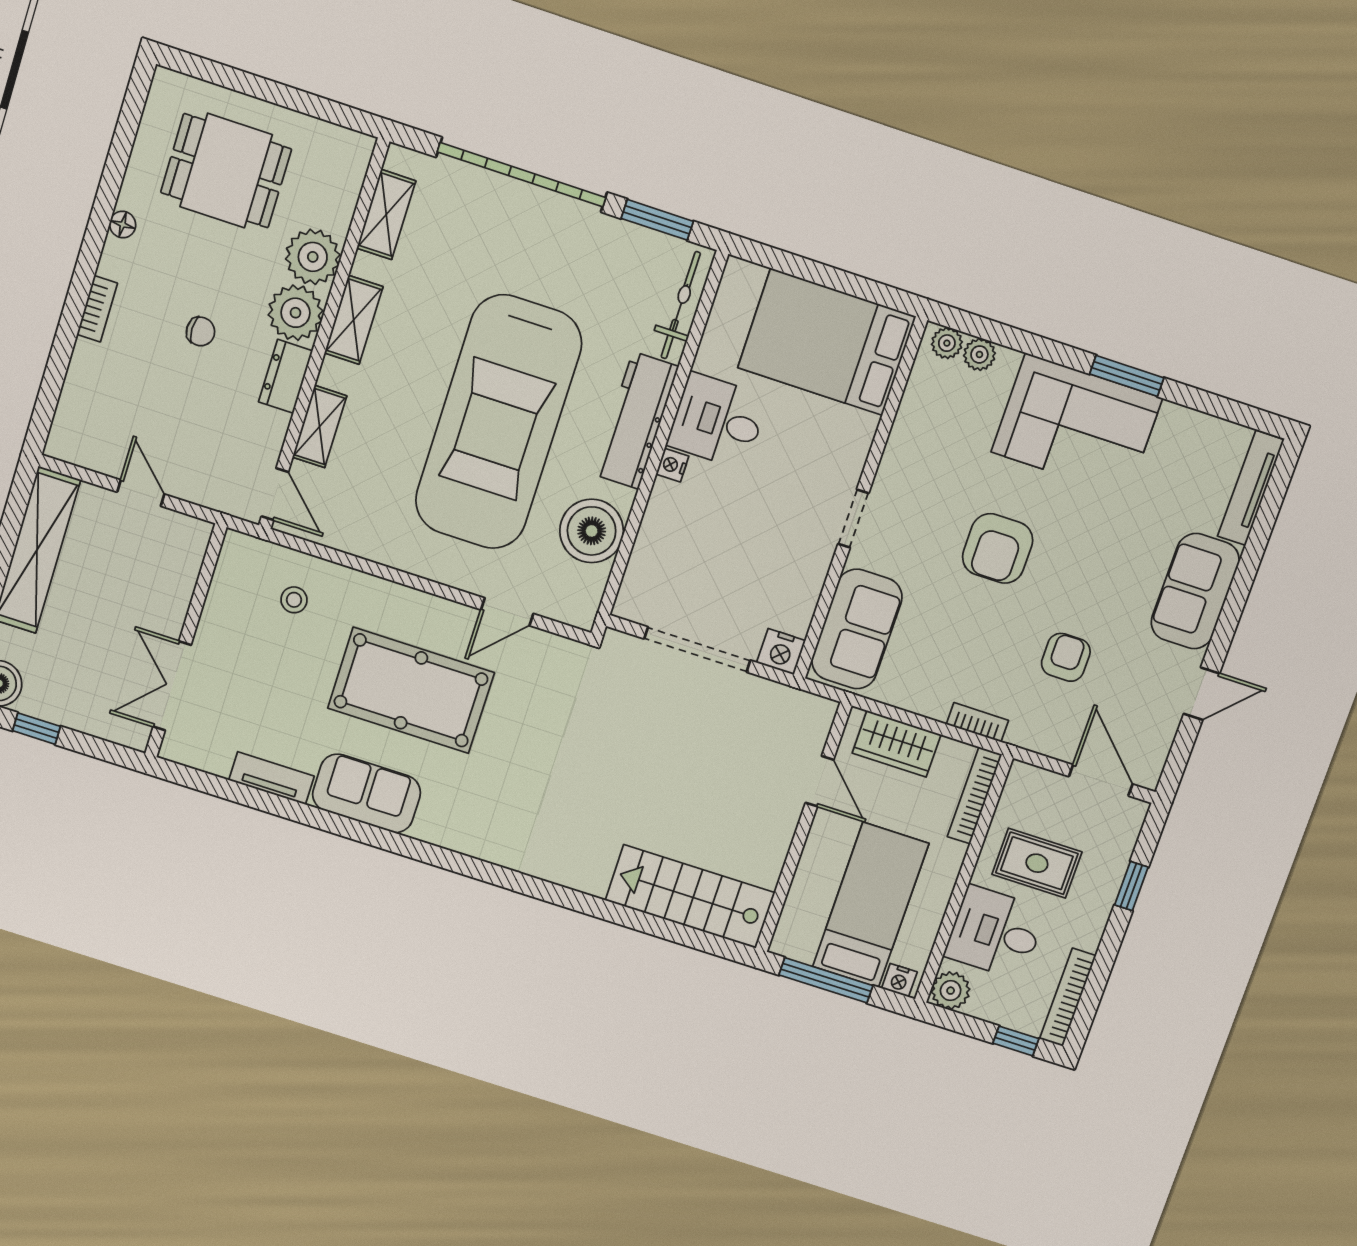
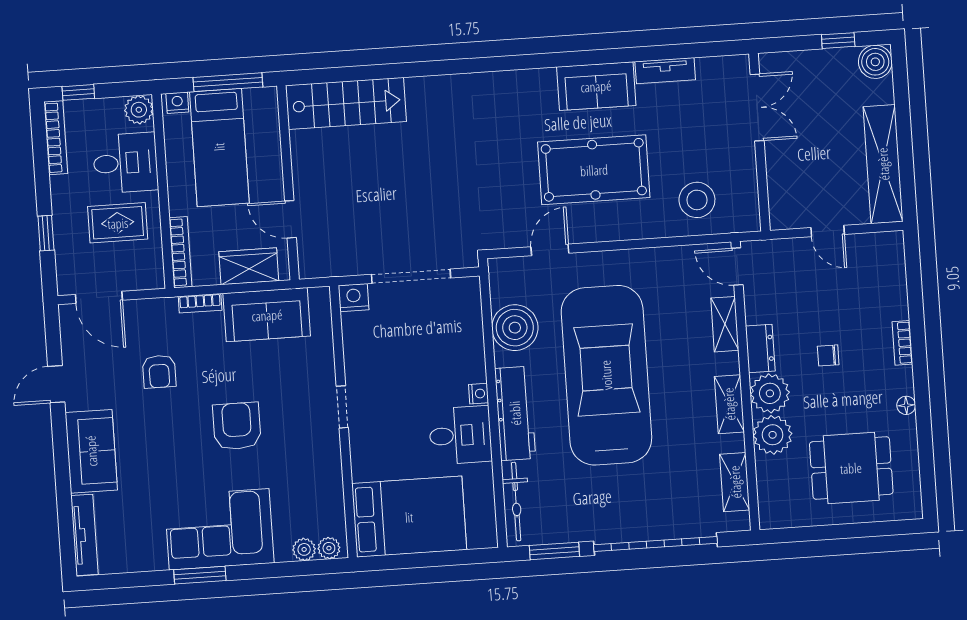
stool: (294, 600) -> (697, 200), width x1.89, depth x1.89
sofa: (857, 629) -> (267, 315), moved, turned -90

